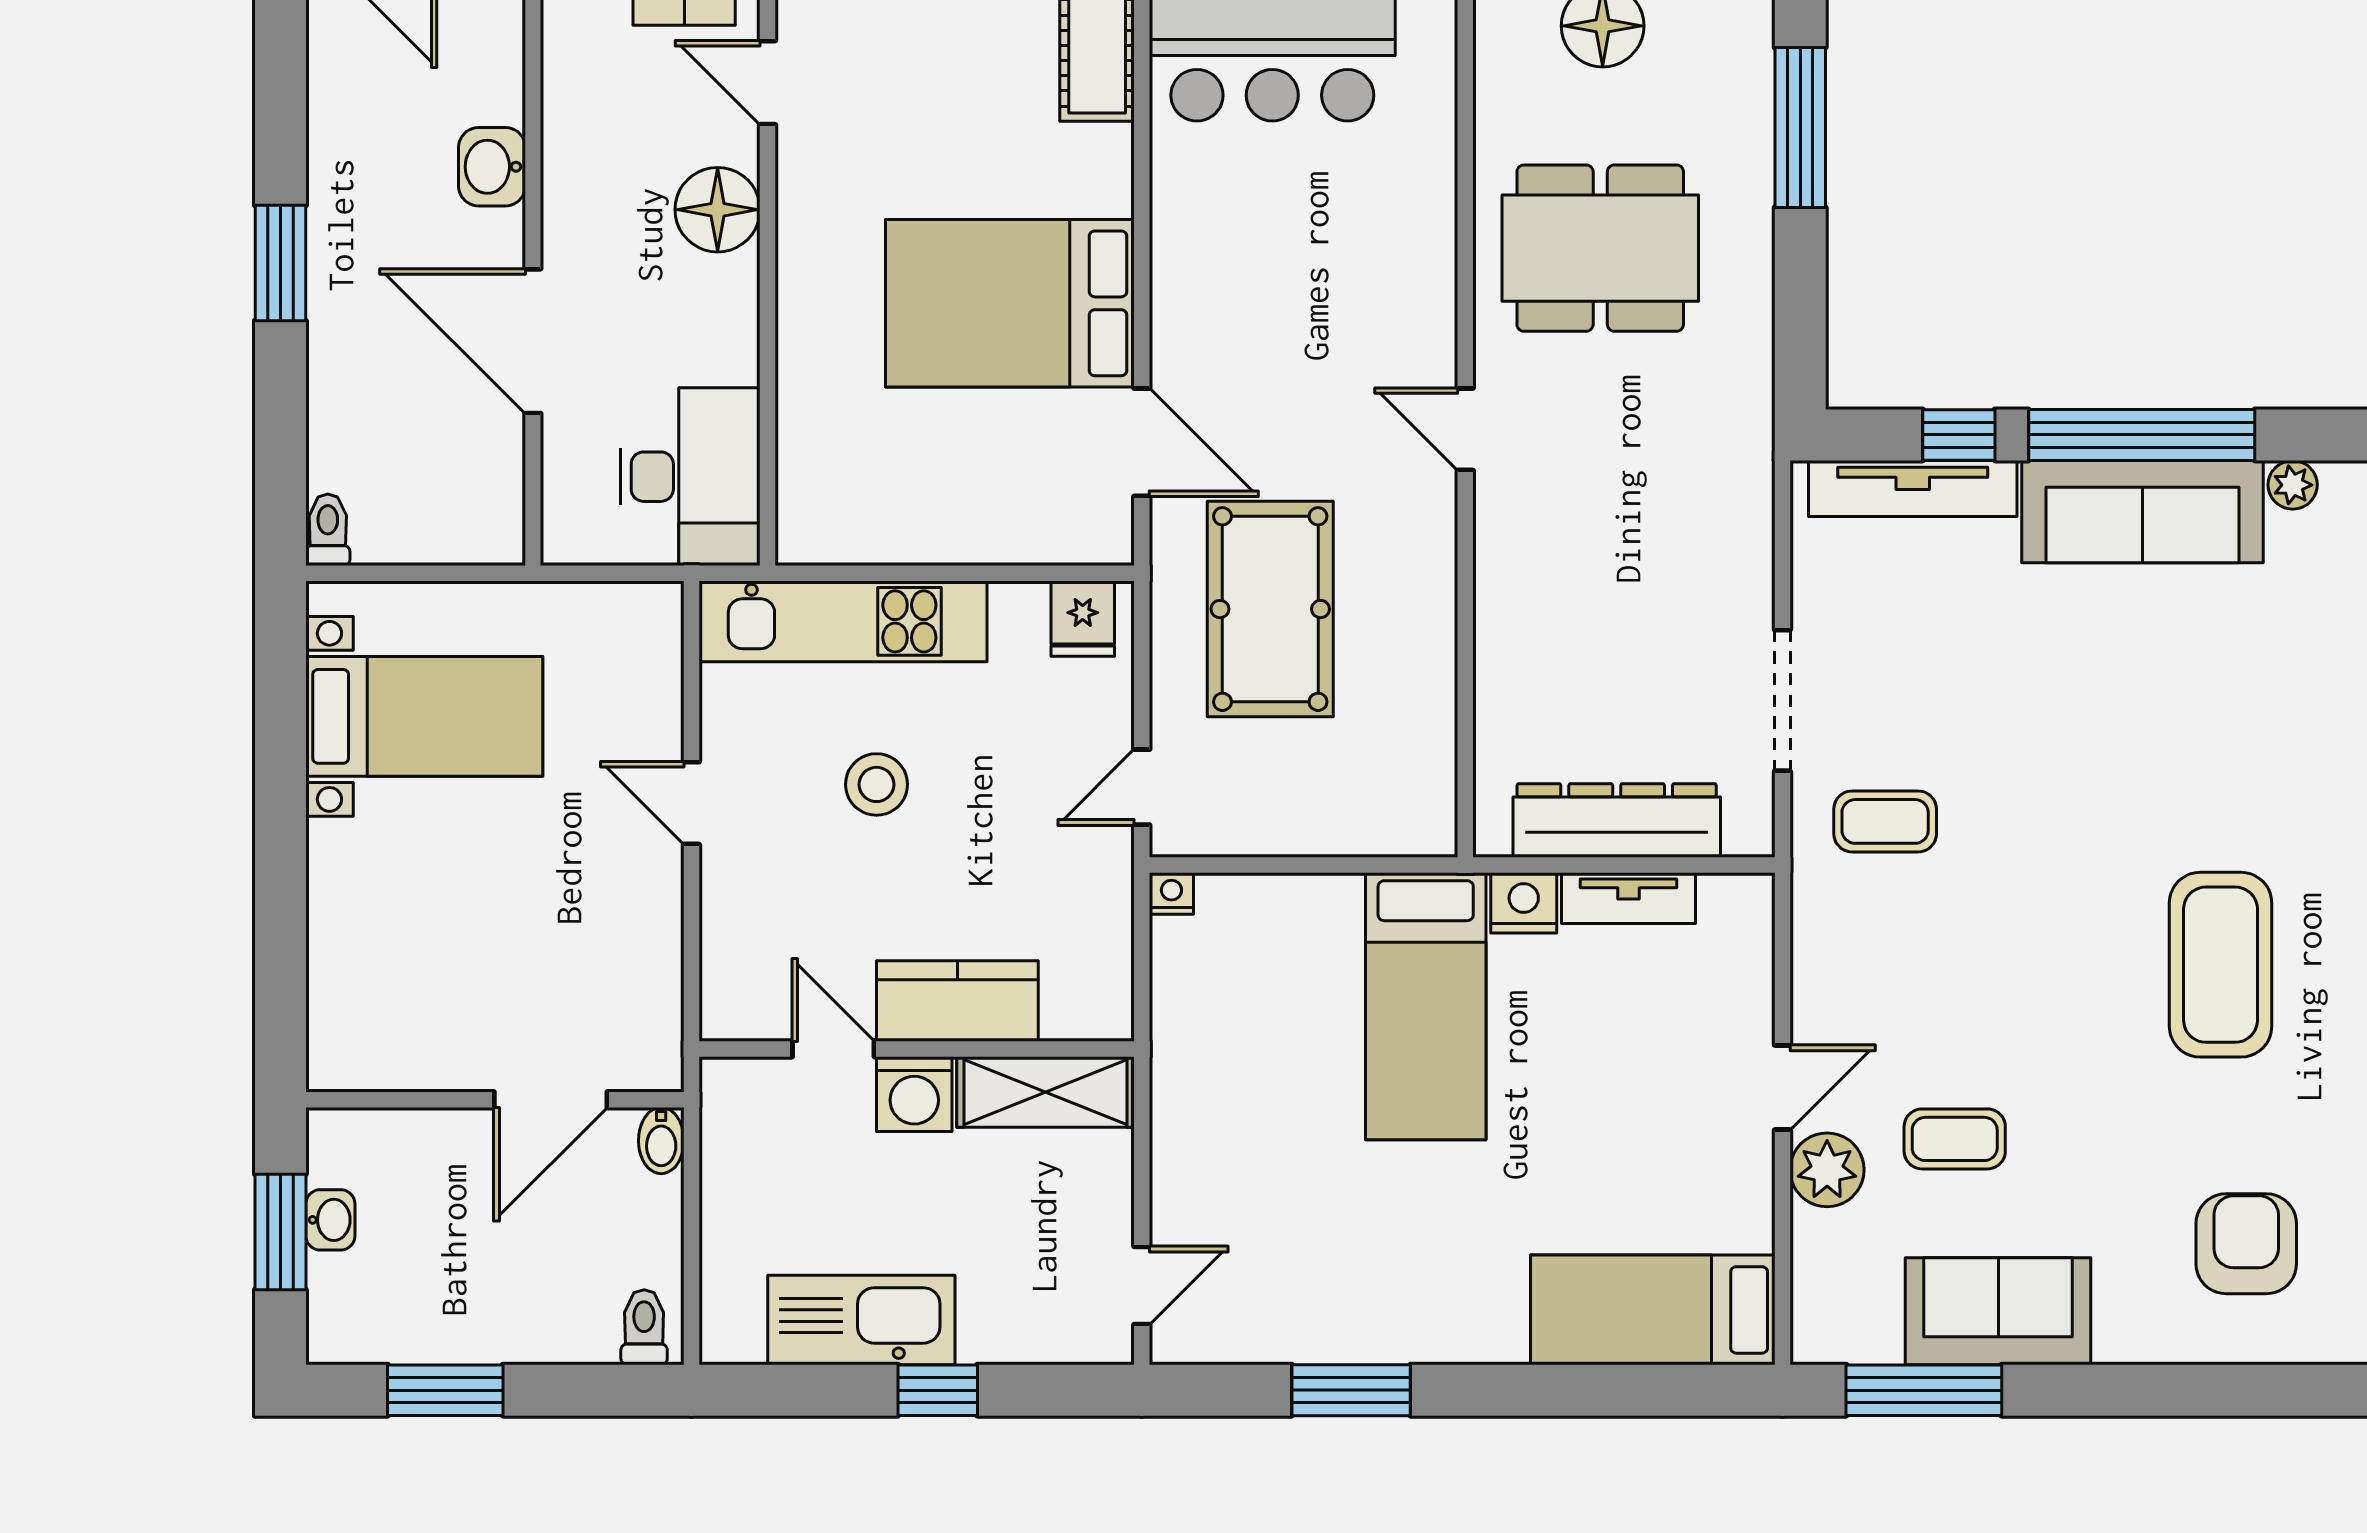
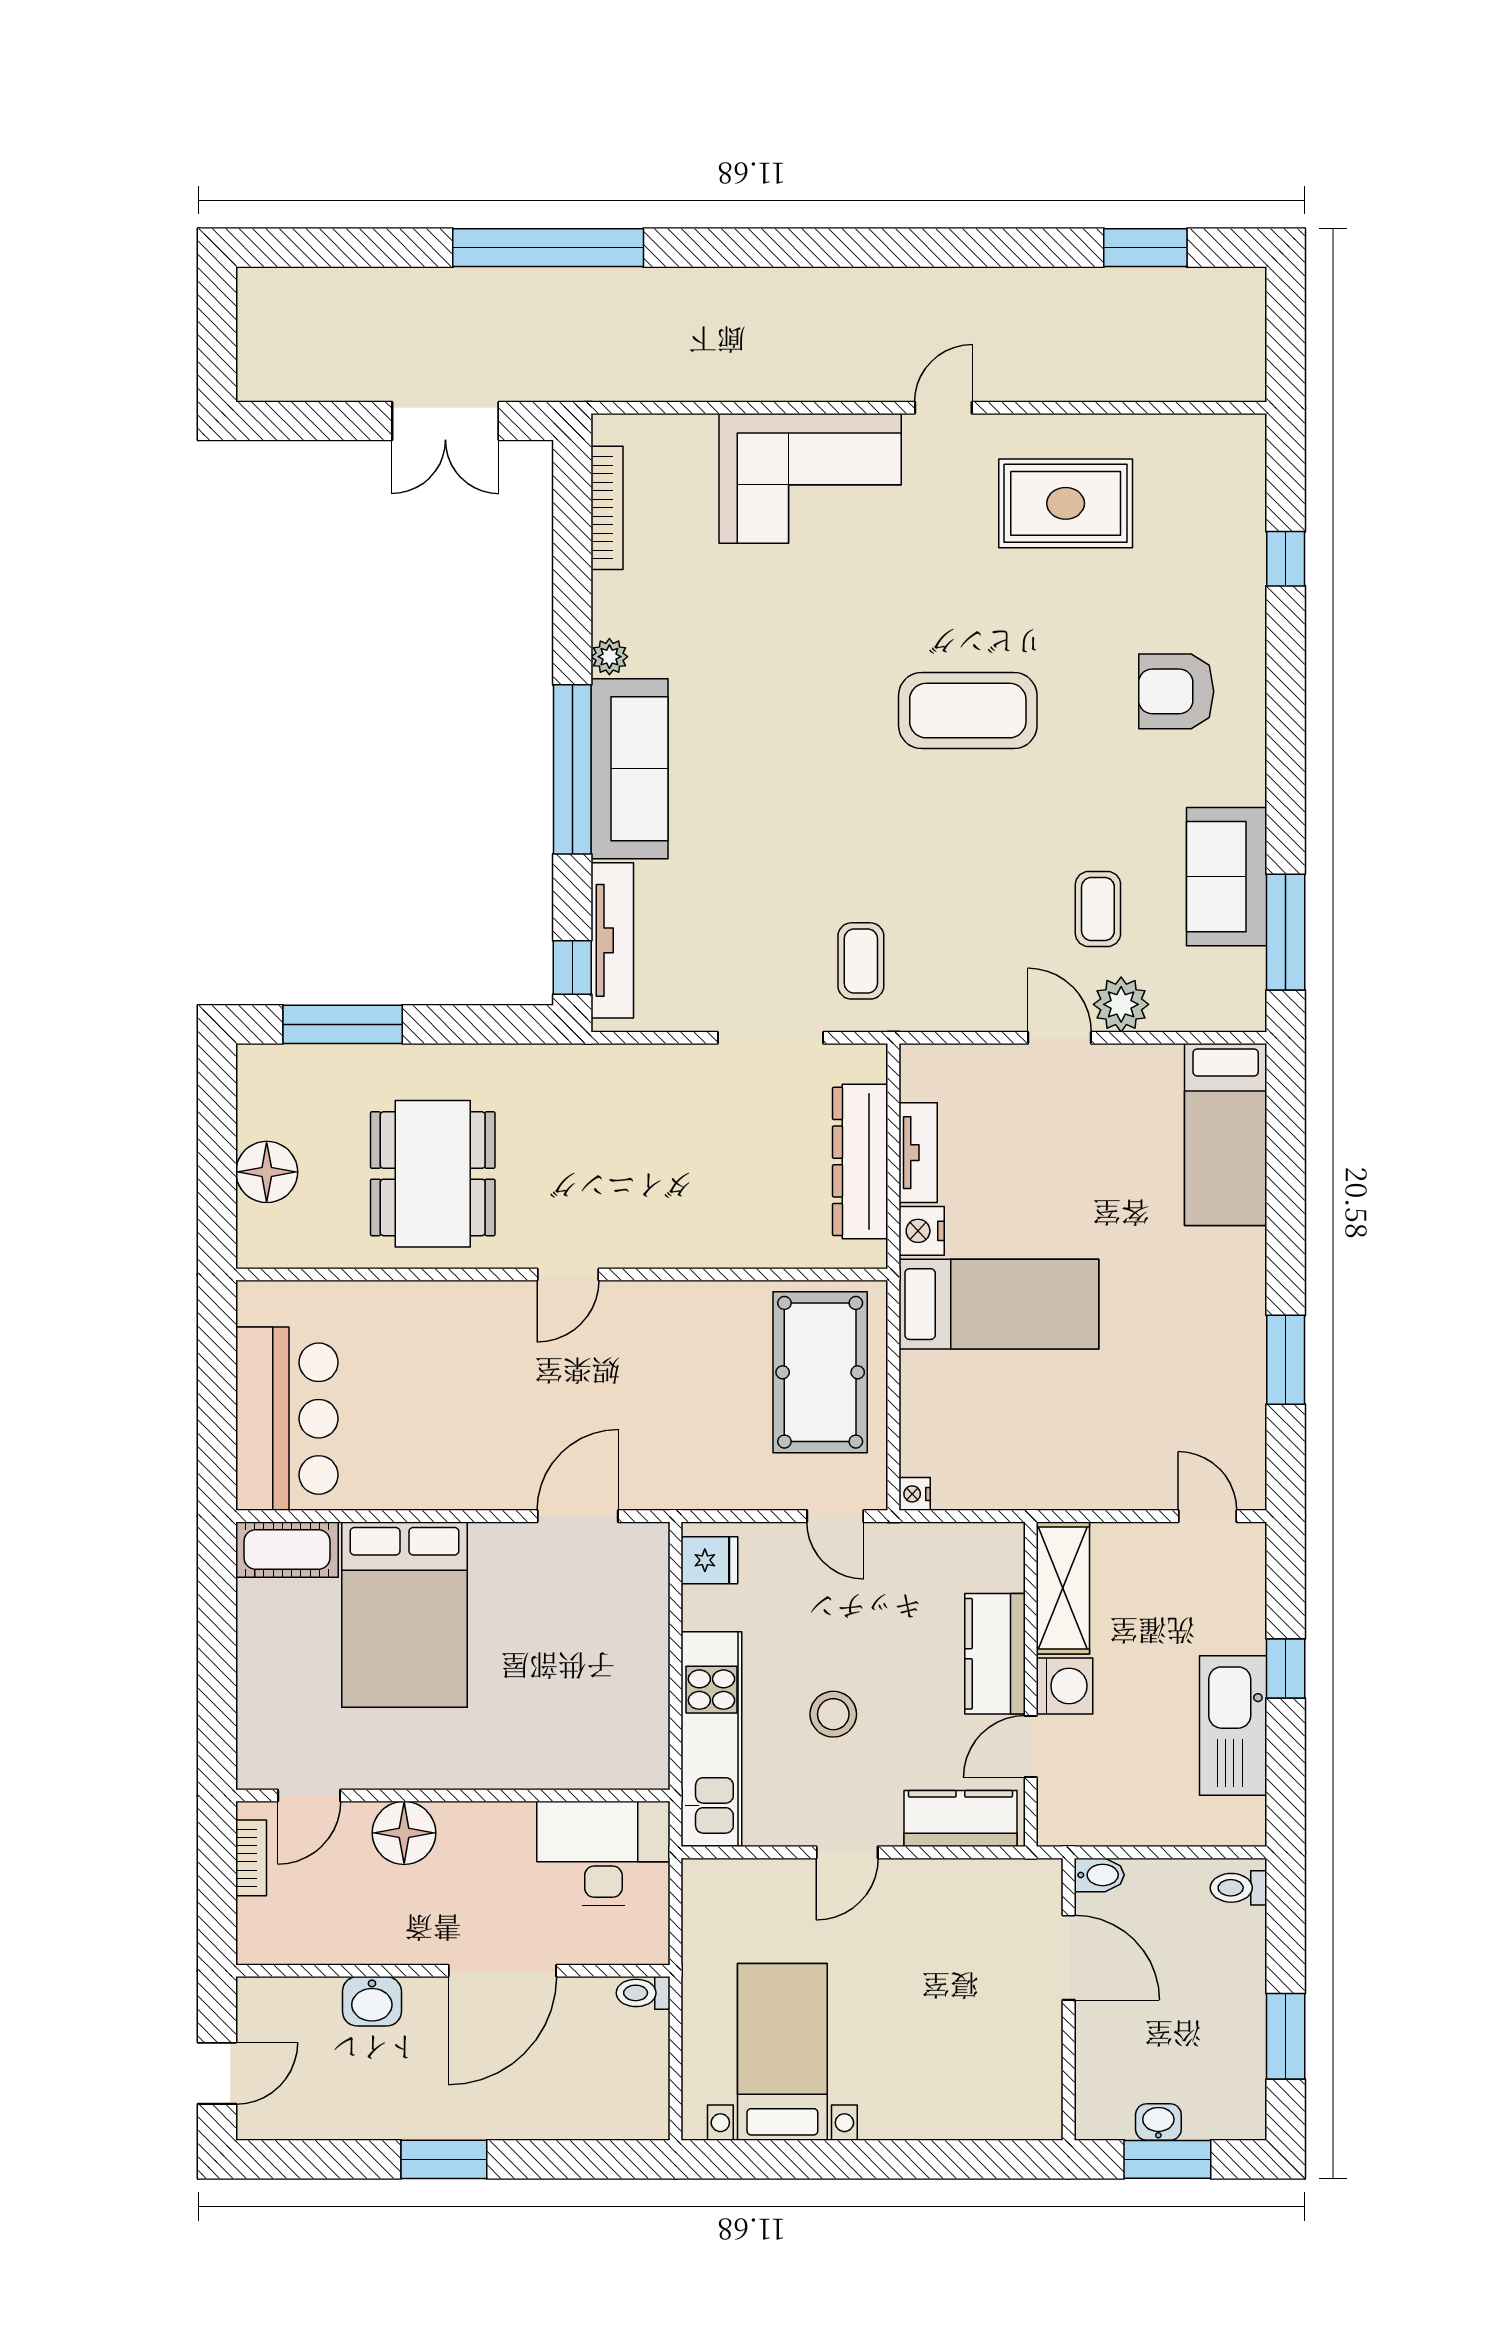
bed: (1010, 303) -> (404, 1615), moved
window: (1959, 435) -> (572, 967), moved
toilet: (328, 530) -> (643, 1993), moved
pool table: (1270, 609) -> (820, 1372), moved, turned 90
kitchen counter: (737, 955) -> (960, 1819), added

